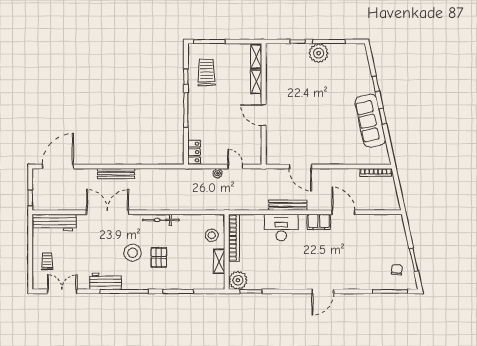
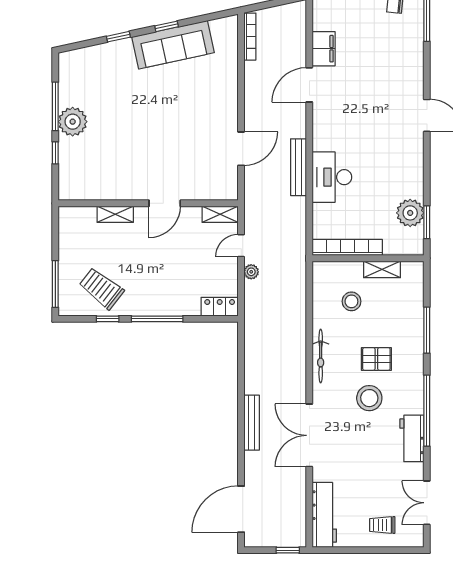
shelving: (256, 56) -> (220, 214), moved
trolley: (206, 72) -> (101, 288), turned 39
door: (58, 166) -> (241, 509), hinge flipped
filing cabinet: (319, 222) -> (324, 49), moved
stool: (212, 235) -> (351, 301), moved
plant: (238, 280) -> (410, 213), moved

